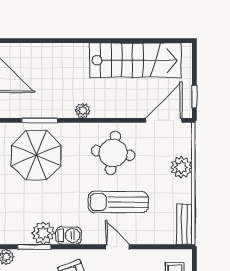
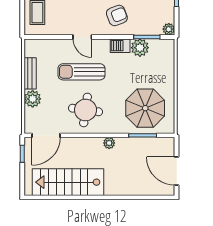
sun lounger: (118, 202) -> (81, 72), turned 180
bench: (184, 224) -> (30, 73), moved

